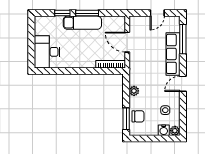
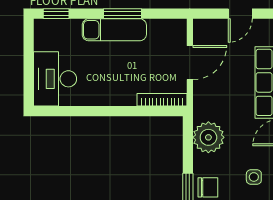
window: (62, 13) -> (56, 14), moved
door: (127, 42) -> (190, 63), swing flipped
plant: (134, 91) -> (208, 137), width x1.87, depth x1.87

